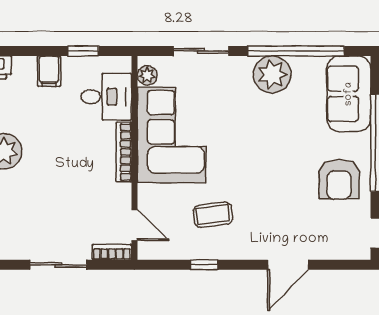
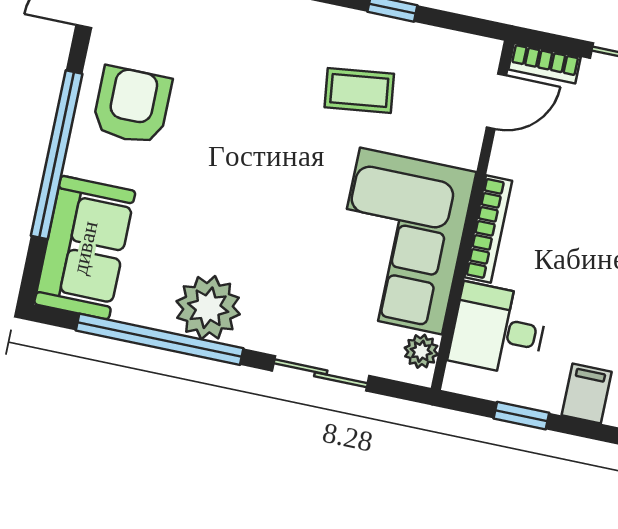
door: (134, 225) -> (496, 101), swing flipped

